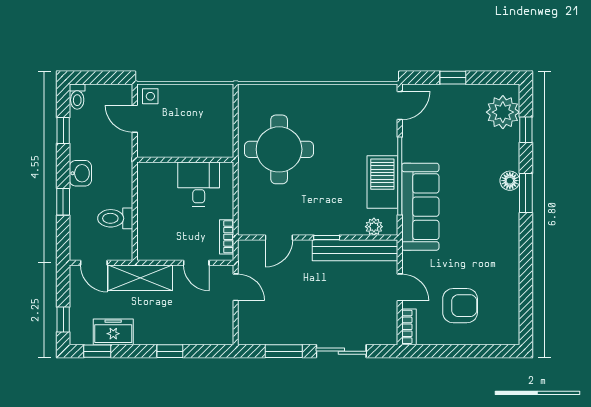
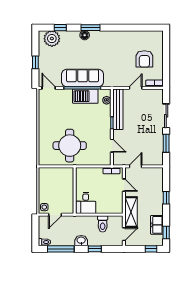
window: (63, 131) -> (61, 249), width x2.17
desk: (199, 184) -> (86, 203), moved, turned -90
sofa: (420, 207) -> (83, 78), moved
door: (196, 263) -> (124, 185), hinge flipped
armchair: (460, 306) -> (144, 59), turned 180

